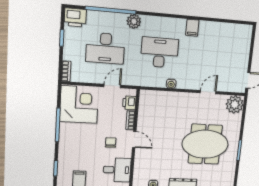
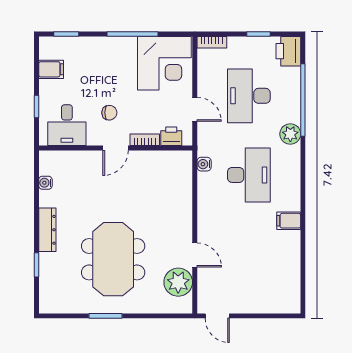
water cooler: (171, 84) -> (204, 164), moved
plant: (235, 104) -> (178, 282), moved

